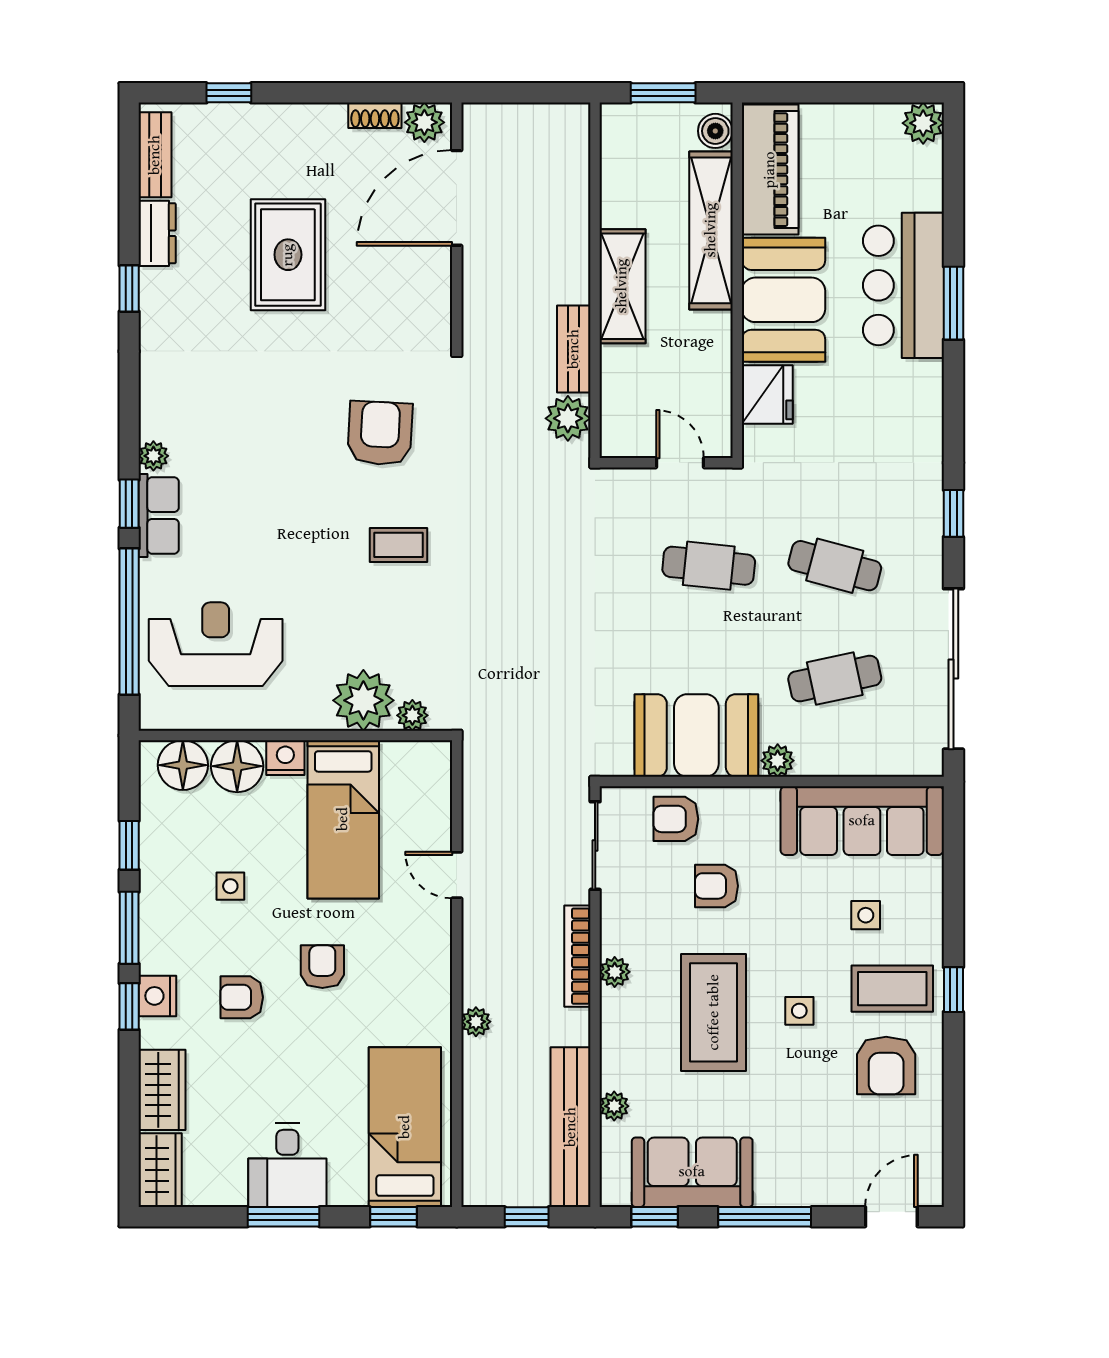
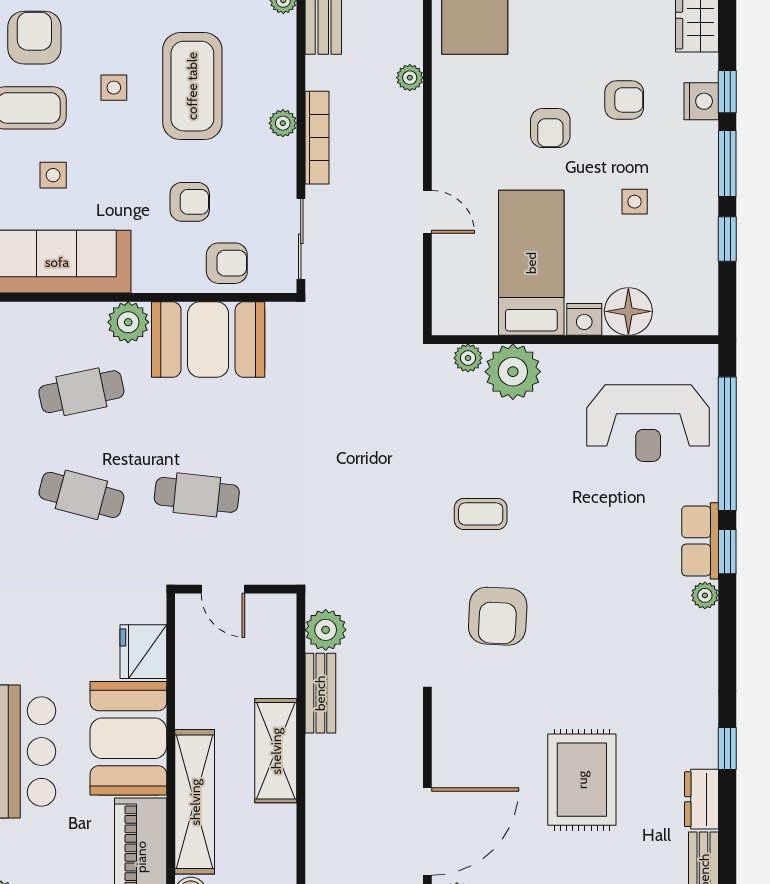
plant: (778, 761) -> (128, 322), width x1.38, depth x1.38
floor lamp: (183, 765) -> (678, 312), removed

